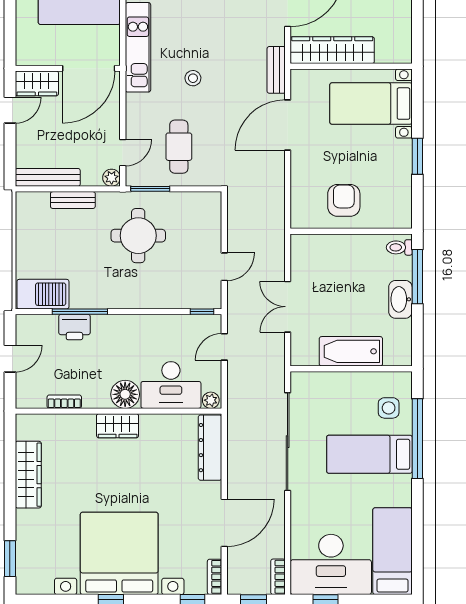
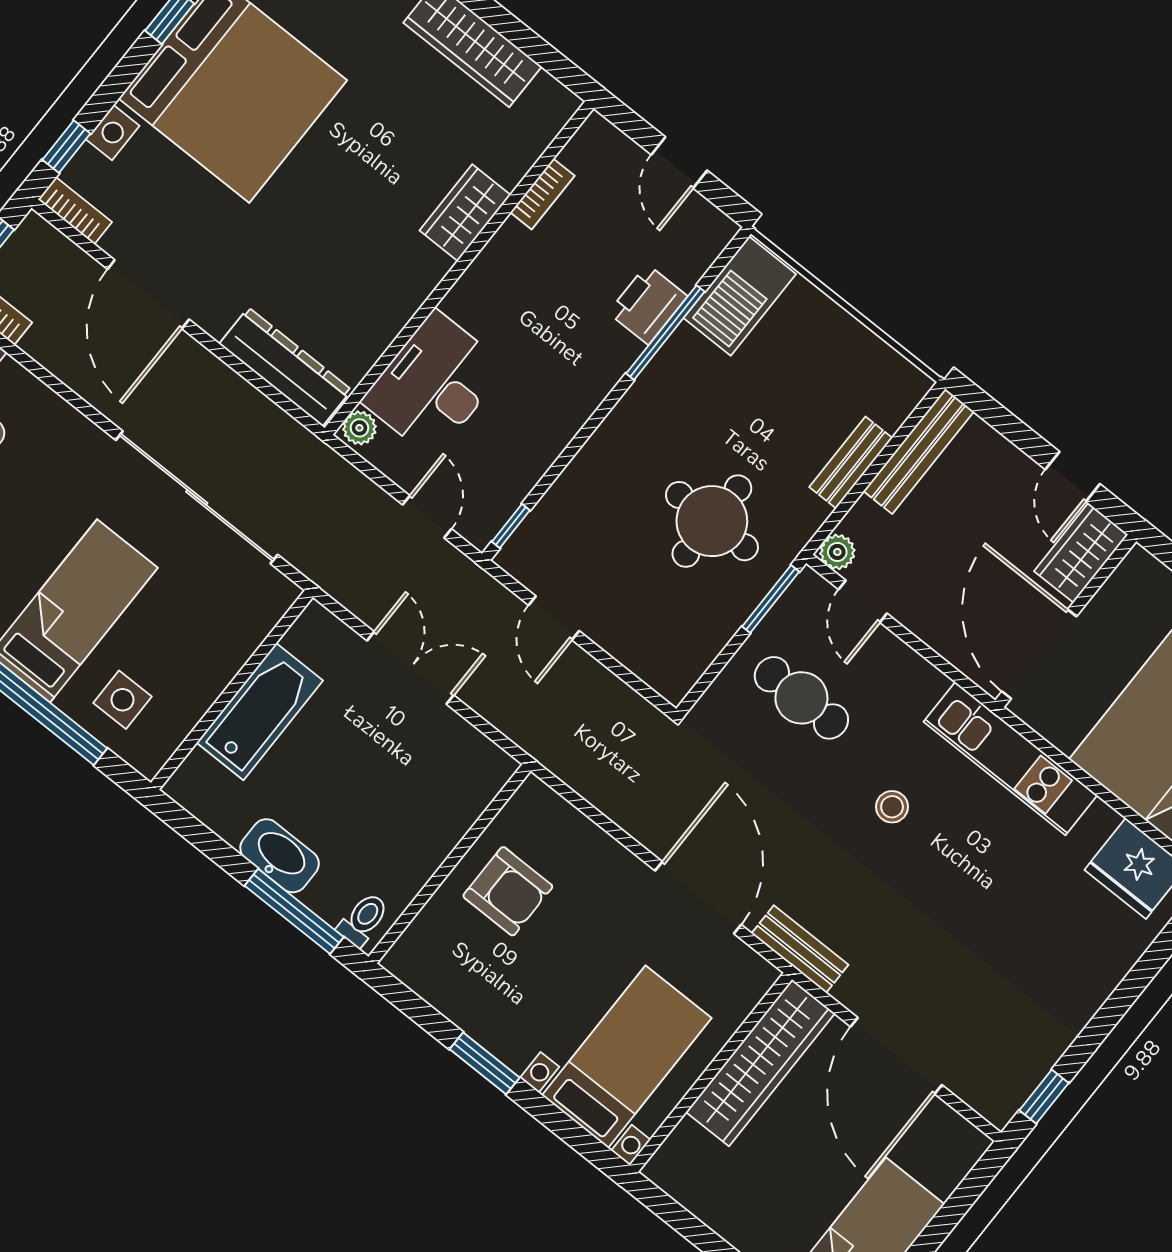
floor lamp: (125, 394) -> (477, 300), removed
wardrobe: (118, 426) -> (465, 213), moved

